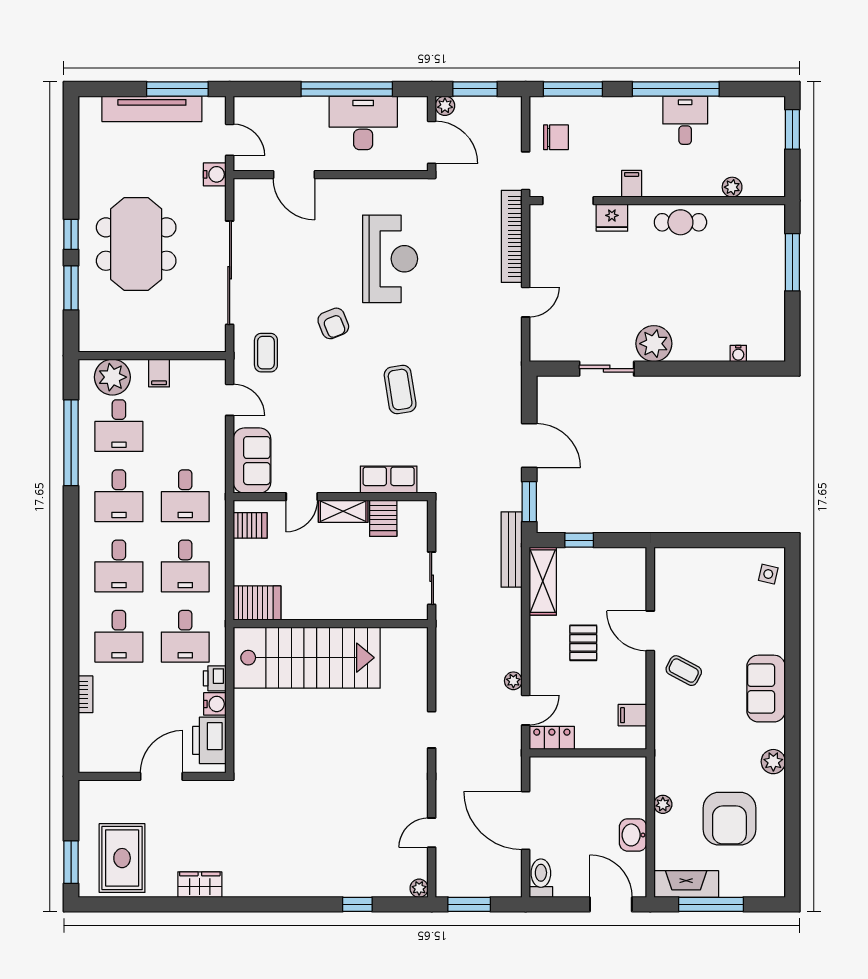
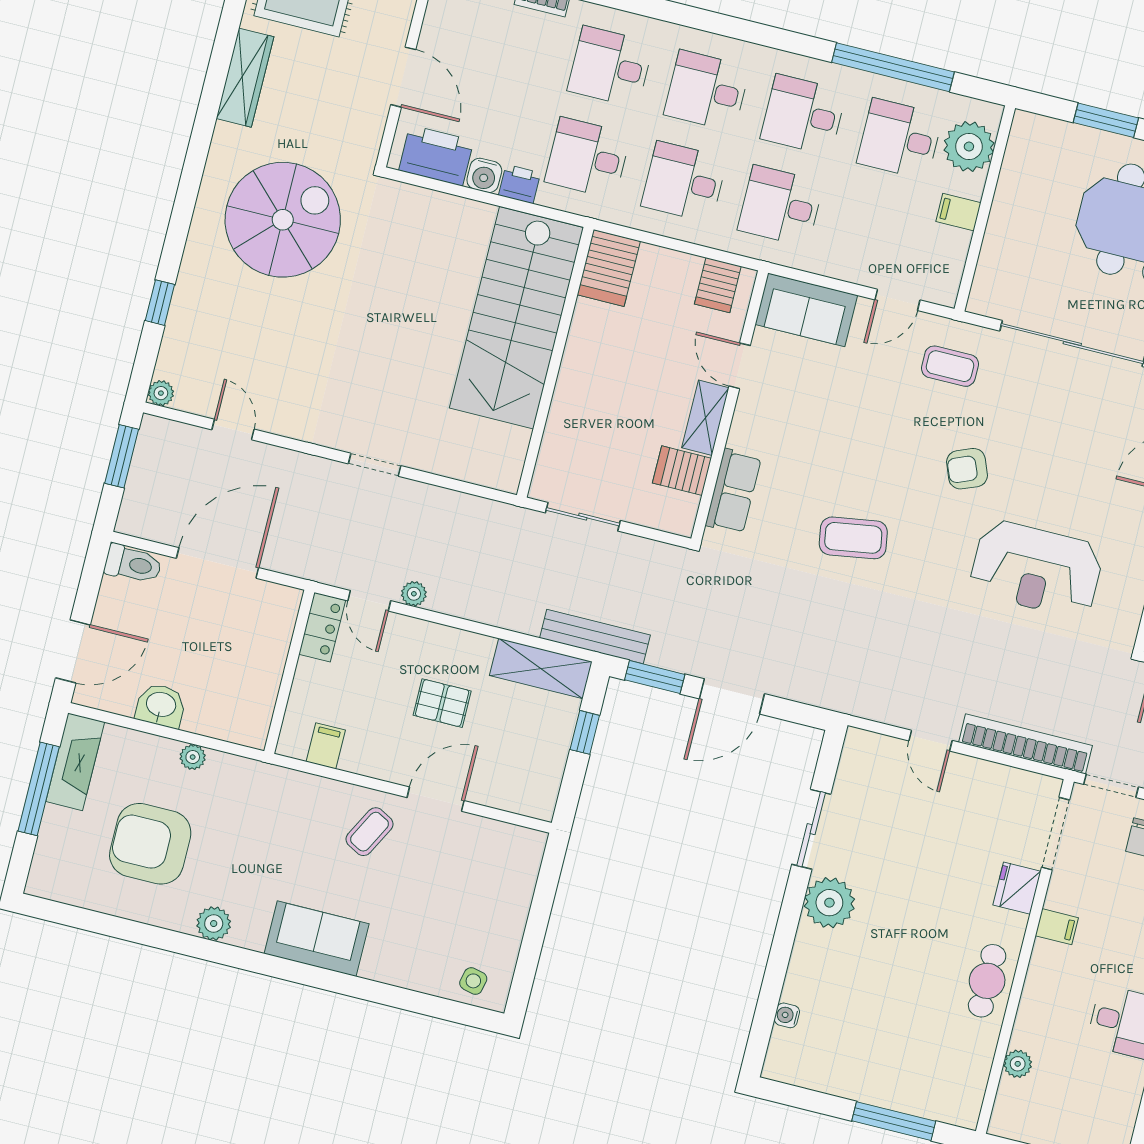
spiral stairs: (280, 834) -> (283, 220), added
wardrobe: (200, 885) -> (245, 78), width x1.50

